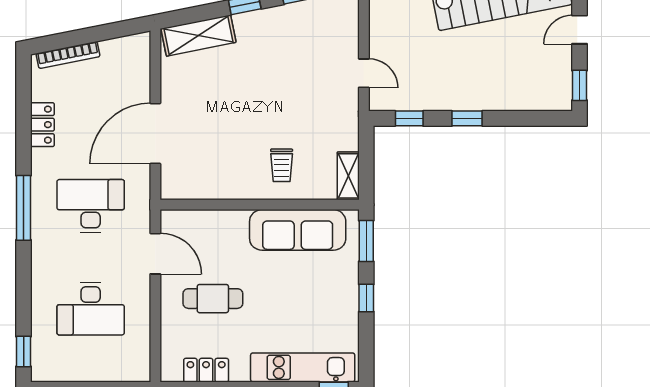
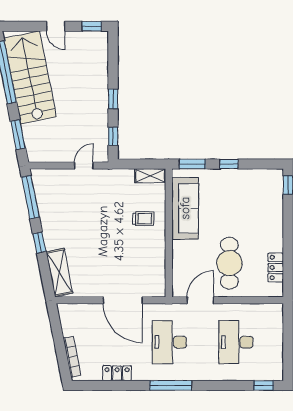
cafe table: (213, 299) -> (229, 263), width x1.37, depth x1.35
desk: (91, 309) -> (236, 342), turned 180
kitchen unit: (303, 367) -> (274, 205), removed

